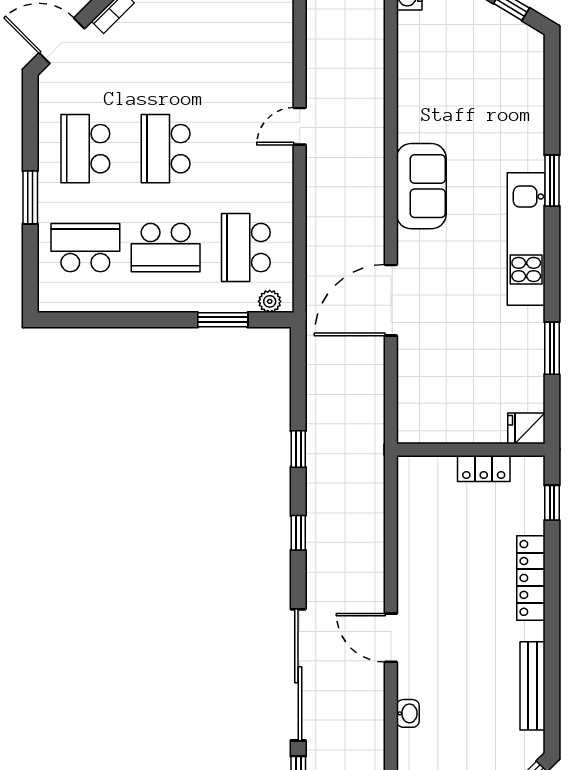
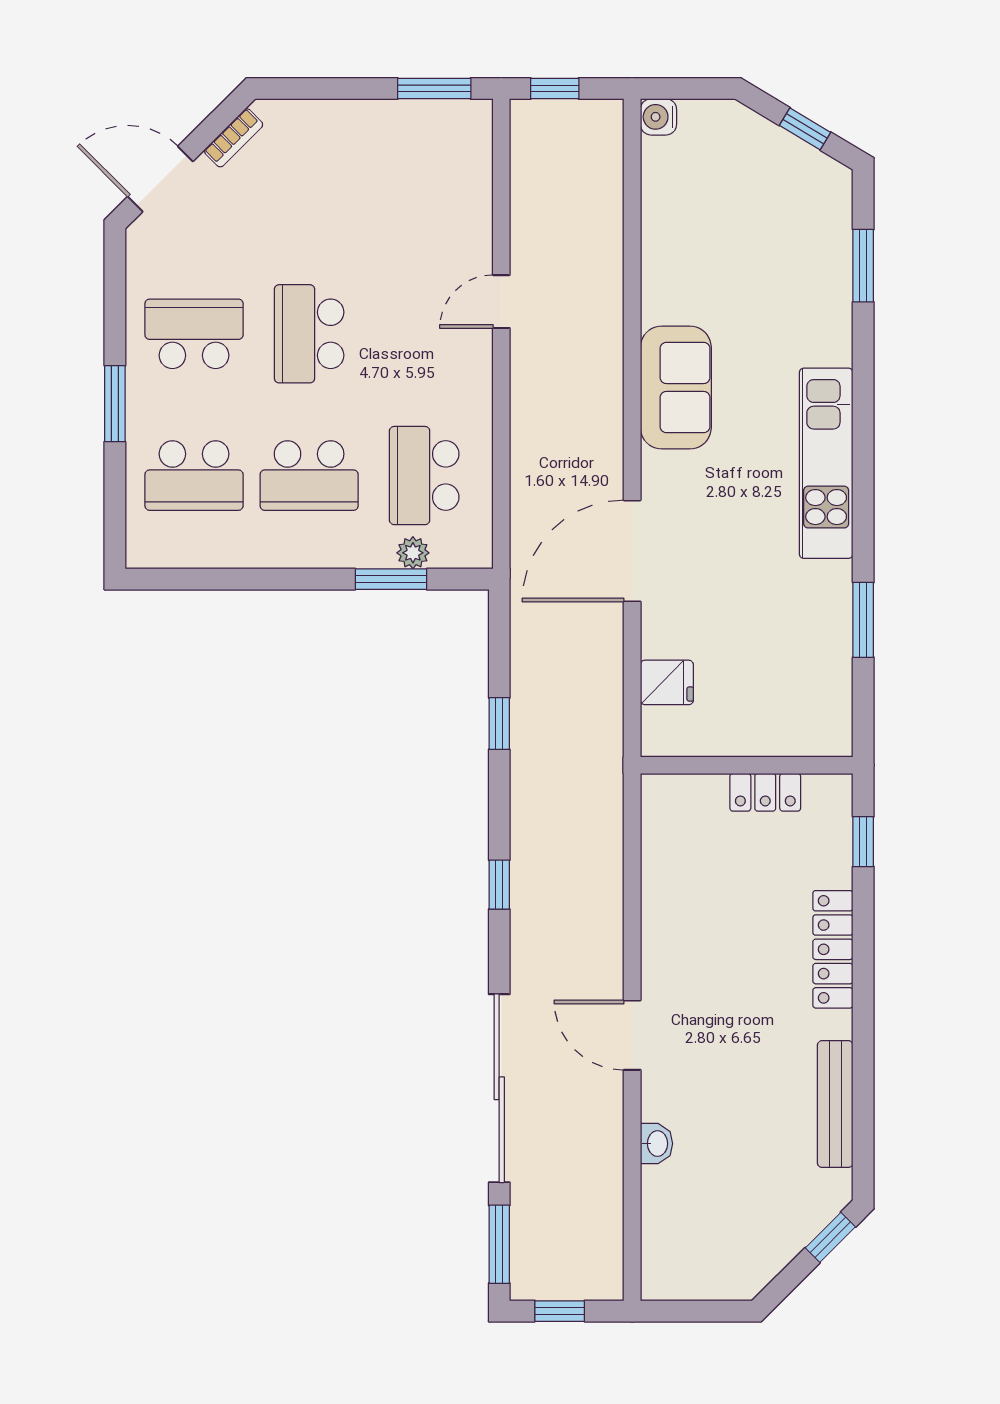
school desk: (85, 149) -> (194, 334), turned 90
window: (552, 181) -> (863, 266), moved
school desk: (85, 248) -> (194, 476), turned 180
plant: (270, 301) -> (413, 553), moved
fridge: (526, 428) -> (667, 682), moved, turned 180
window: (298, 449) -> (499, 724), moved

